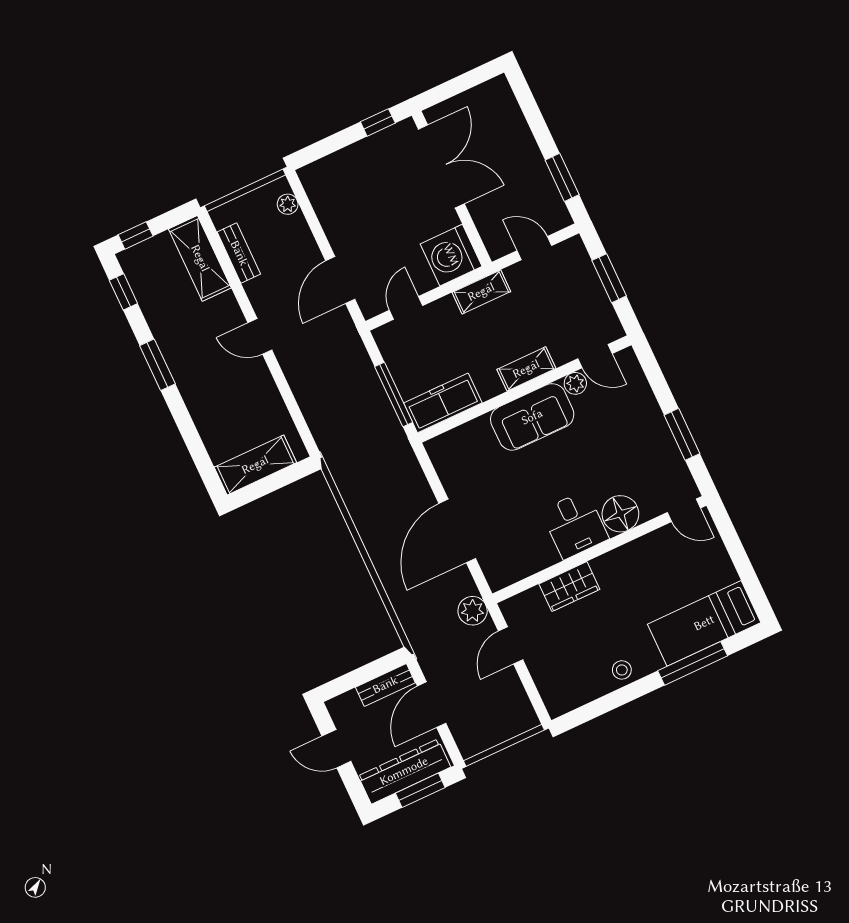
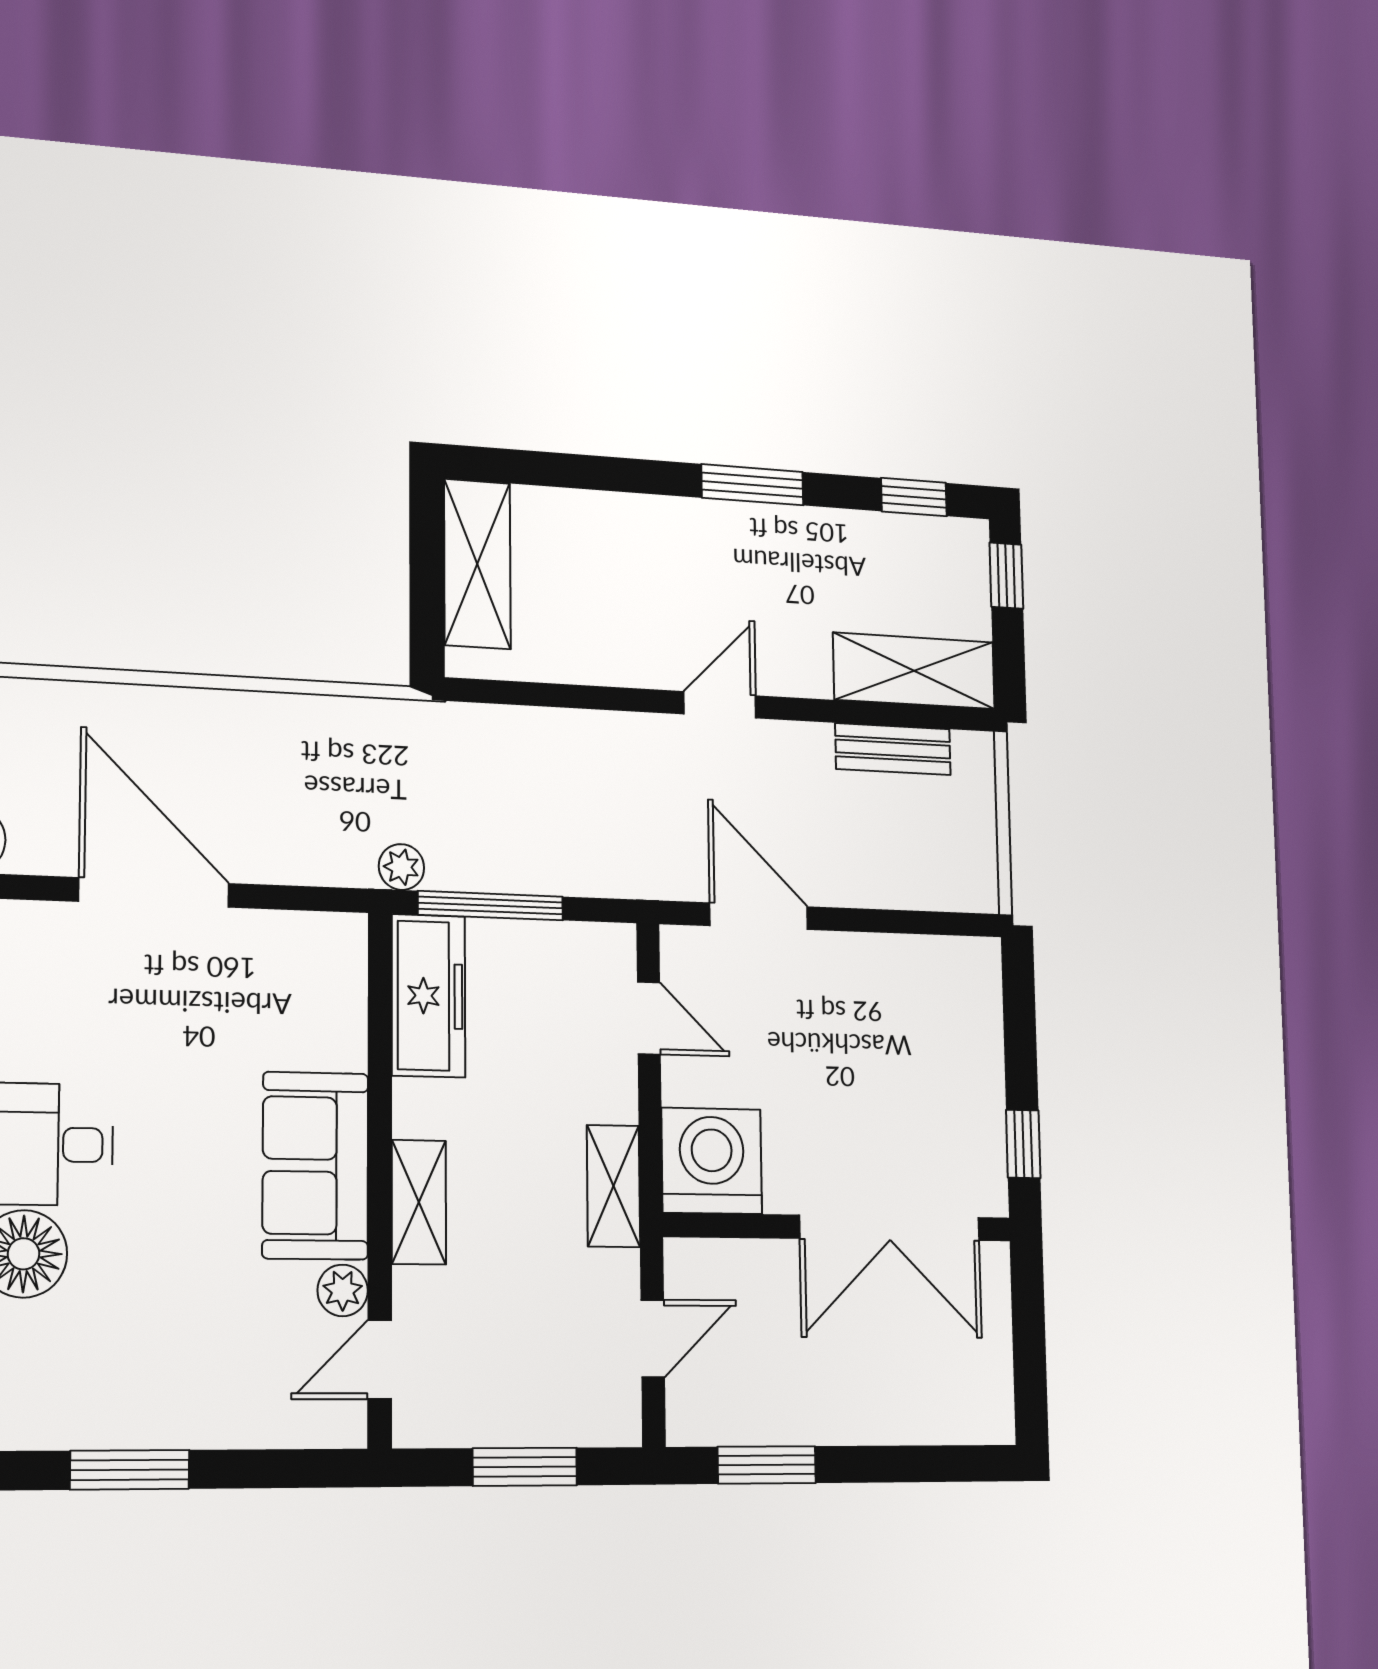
plant: (288, 204) -> (401, 867), moved

